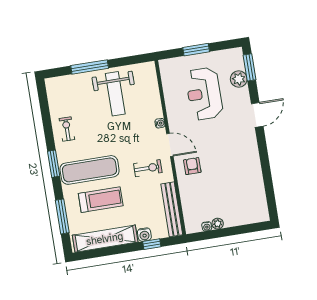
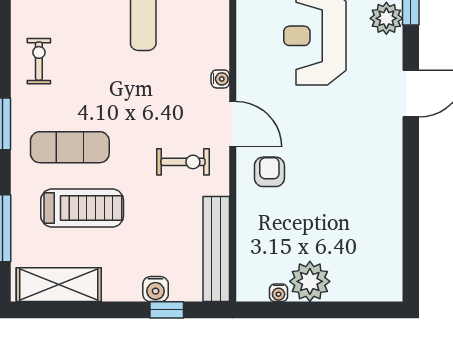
exercise mat: (90, 170) -> (70, 147), width x0.73, depth x0.69
plant: (218, 224) -> (310, 281), width x1.88, depth x1.88
shelving: (105, 239) -> (59, 285), width x0.68

